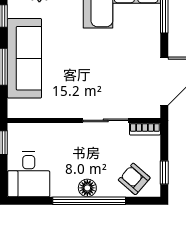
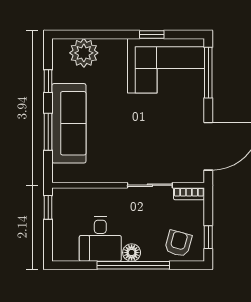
desk: (29, 174) -> (100, 239), moved
armchair: (134, 179) -> (178, 244), turned 64

